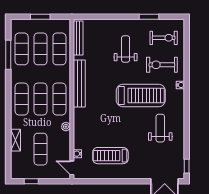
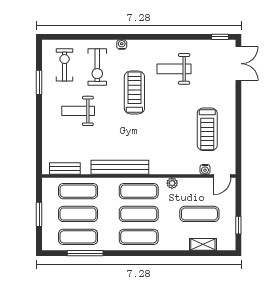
bench: (78, 38) -> (65, 168), width x0.73
treadmill: (141, 95) -> (134, 92), width x0.73, depth x0.73
shelving: (15, 140) -> (203, 244), moved

